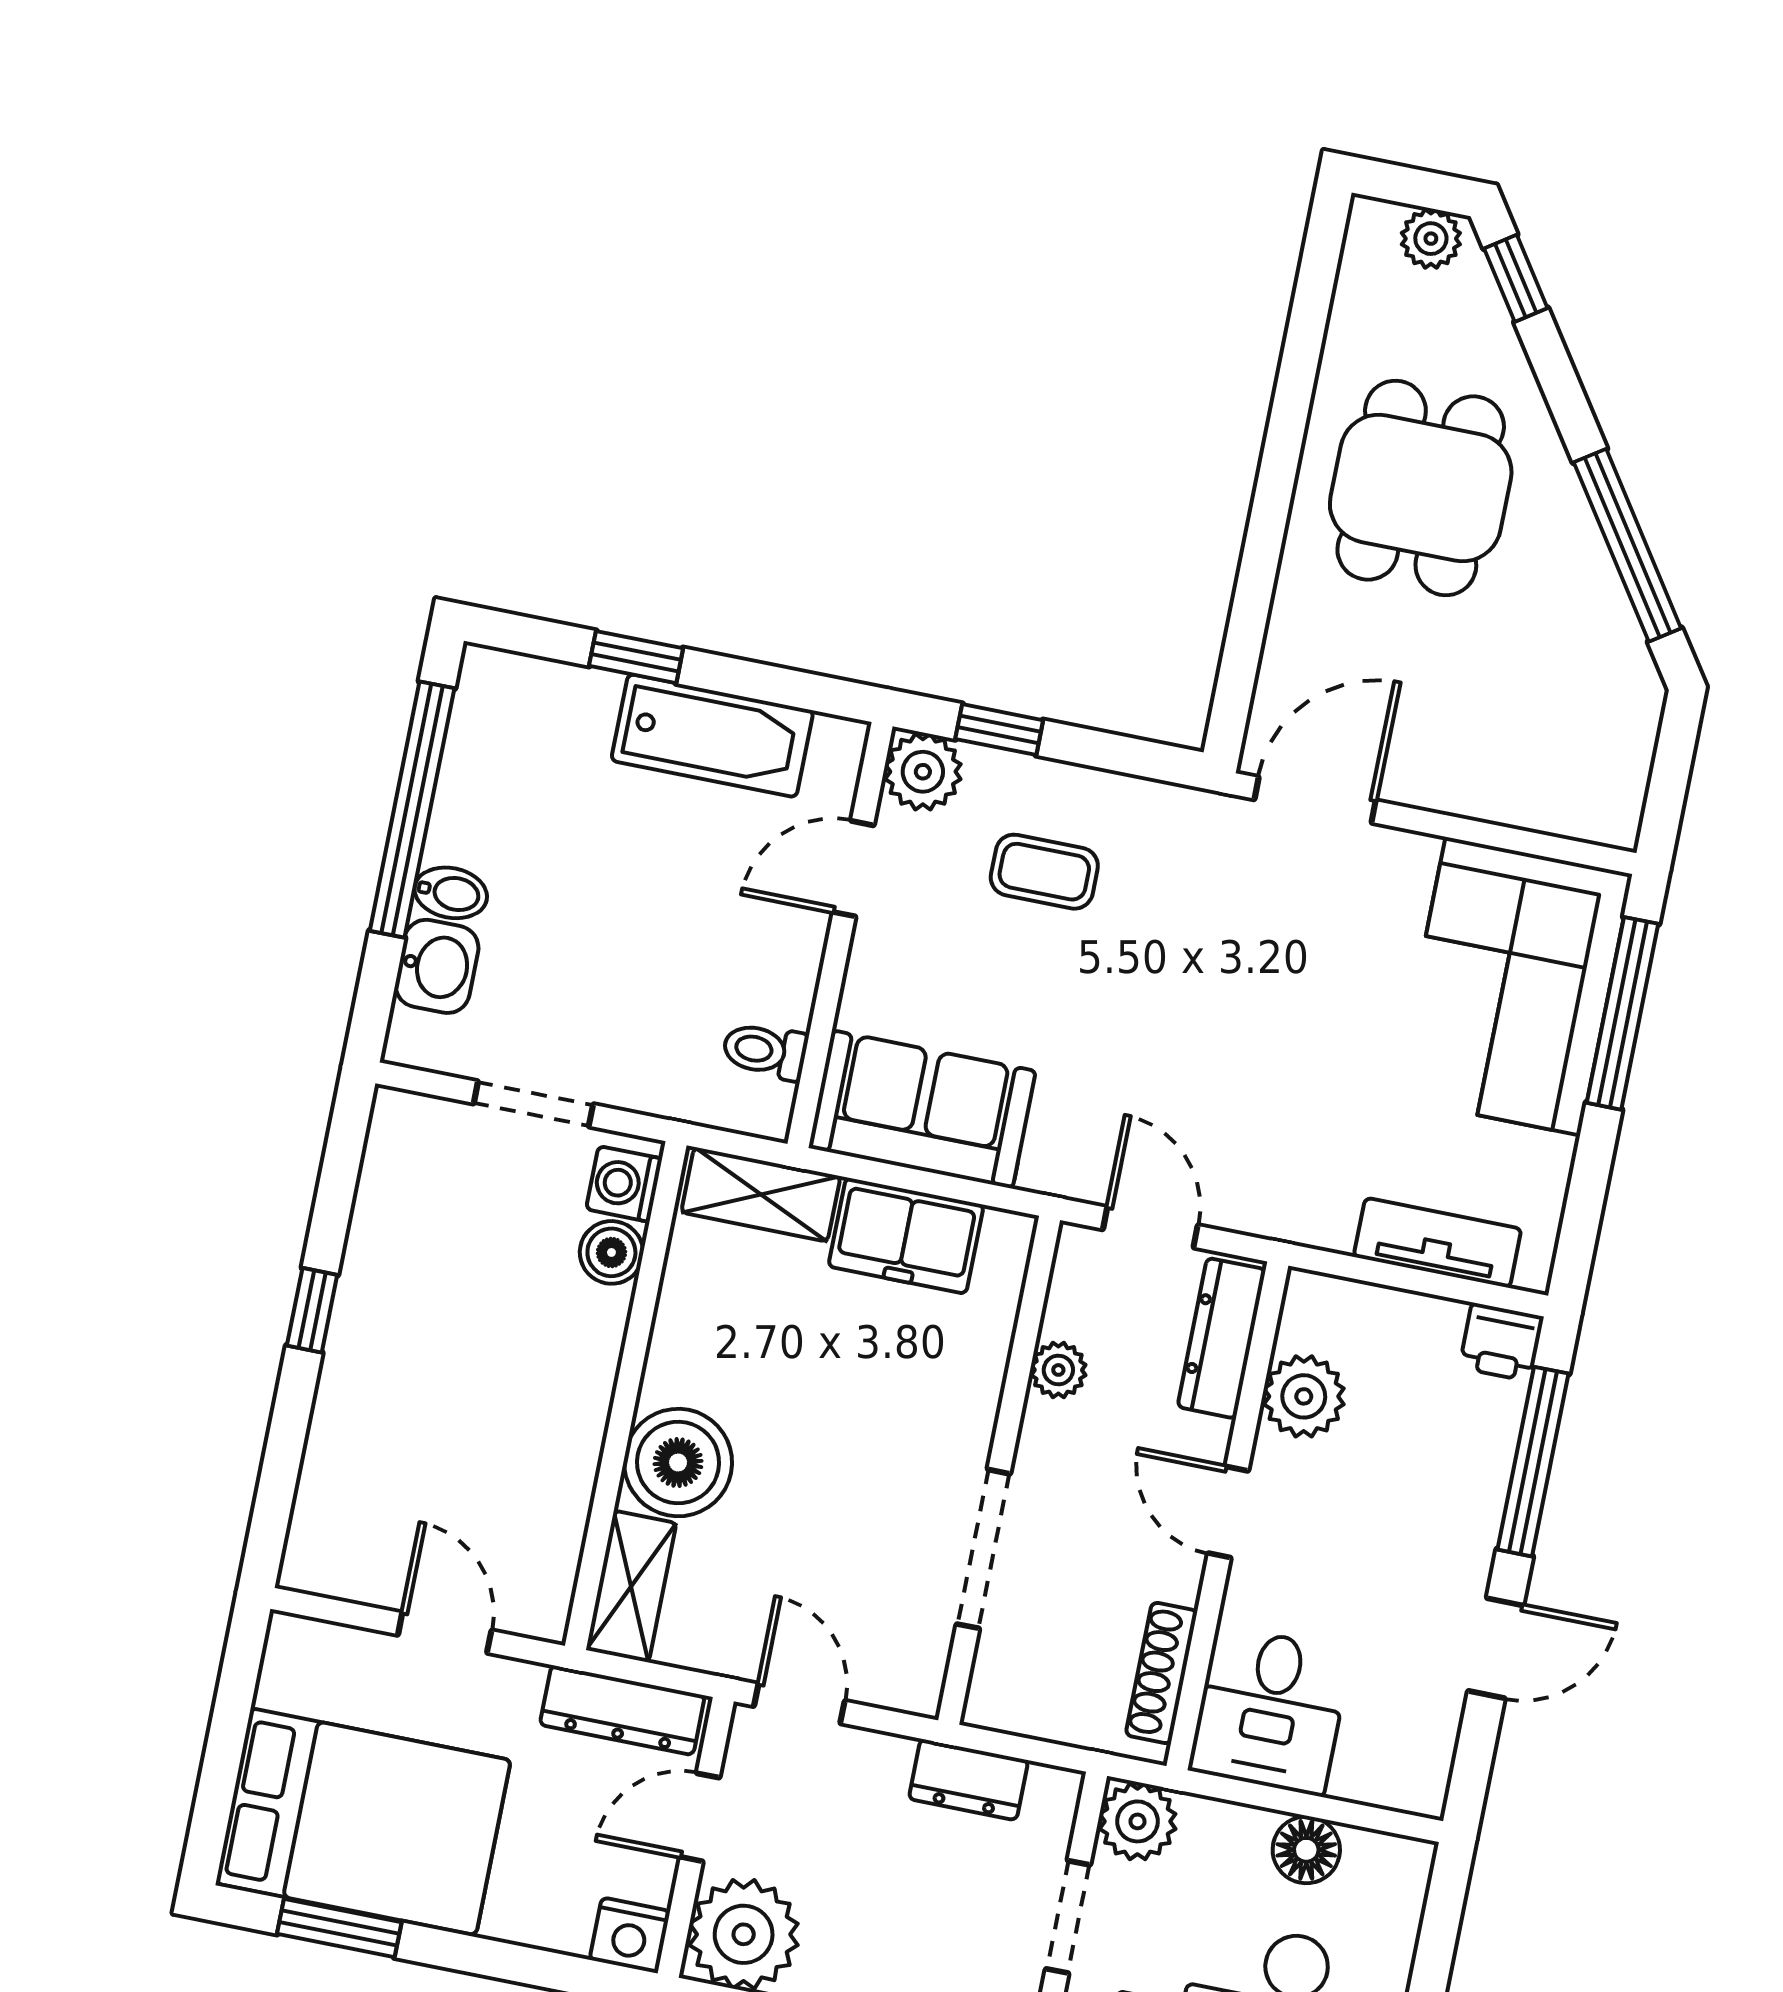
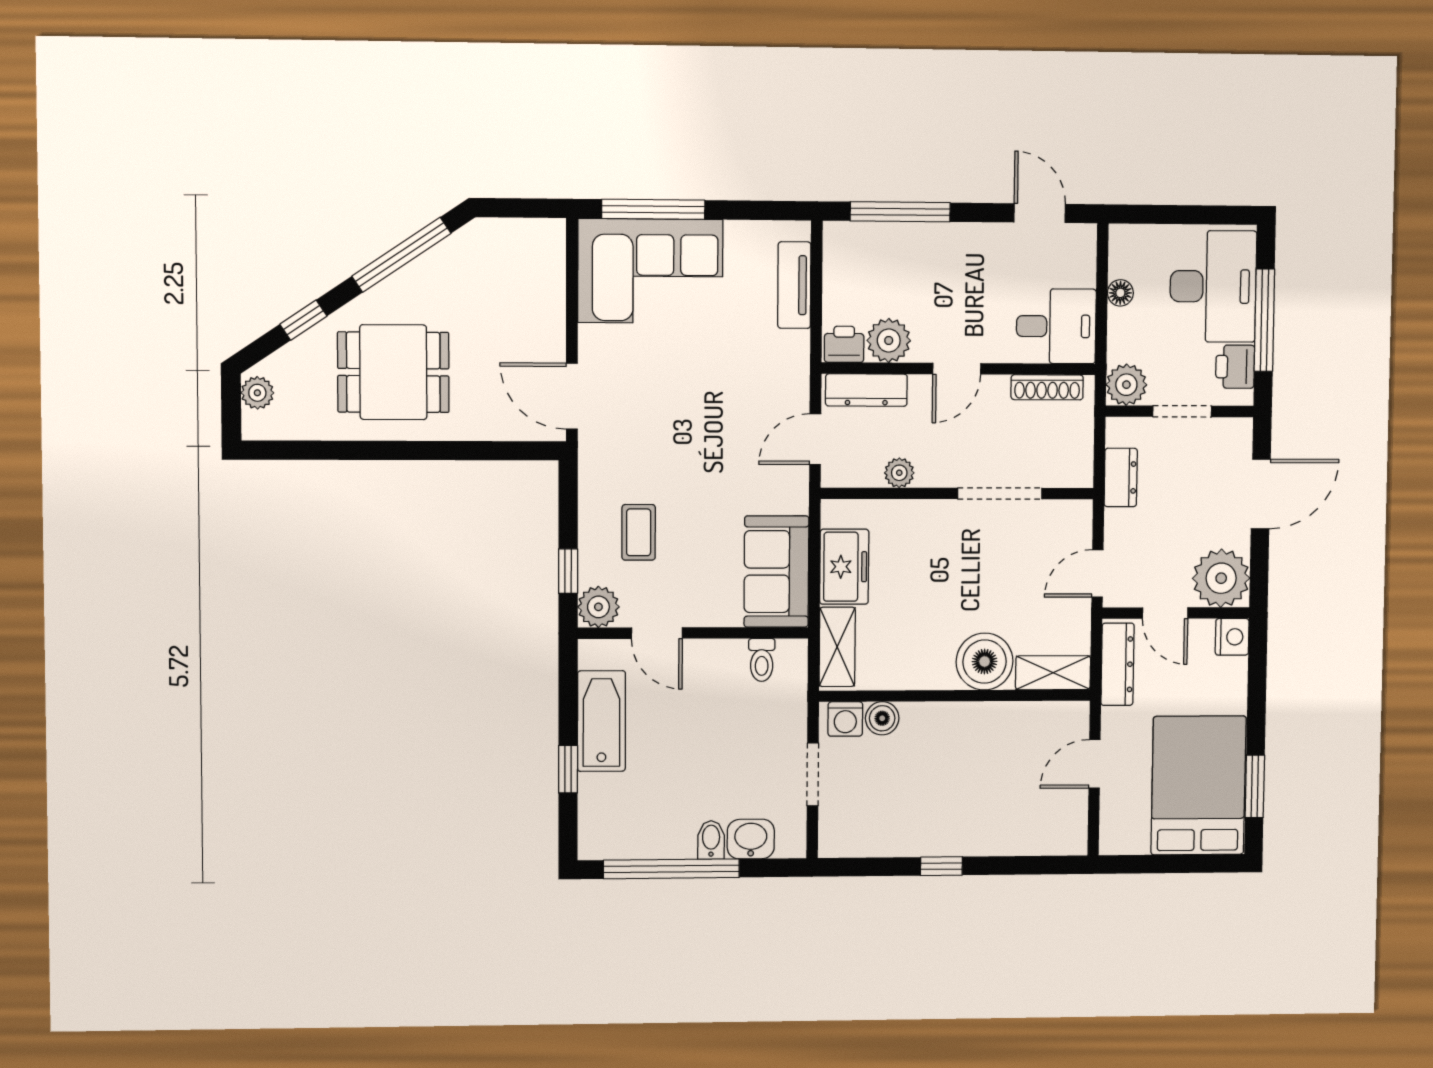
window: (1516, 278) -> (303, 320), moved
printer: (1501, 1342) -> (844, 344), moved, turned -90
door: (1496, 1648) -> (1040, 213), moved
floor lamp: (1306, 1850) -> (1120, 293), width x0.73, depth x0.73

